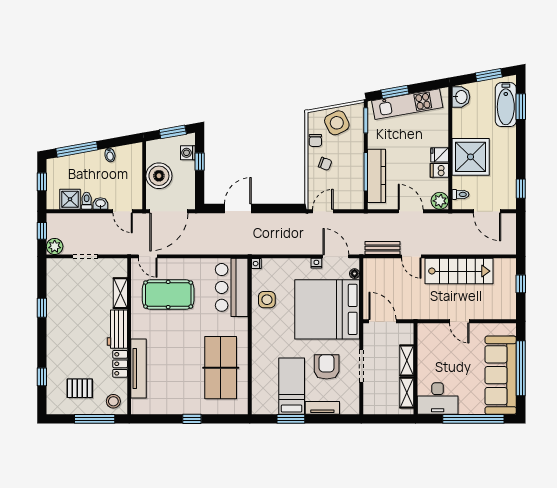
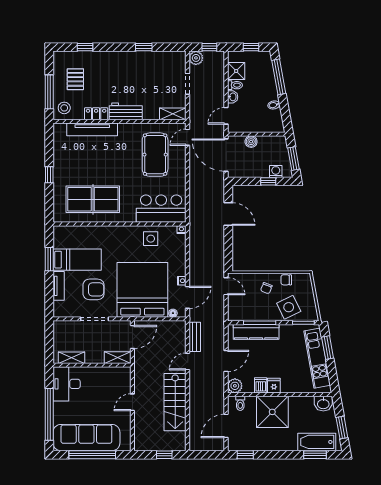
side table: (337, 123) -> (289, 307), moved
boiler: (159, 176) -> (251, 142), width x0.54, depth x0.54
shelving: (120, 293) -> (173, 114), moved
shelving: (407, 360) -> (118, 358), moved

